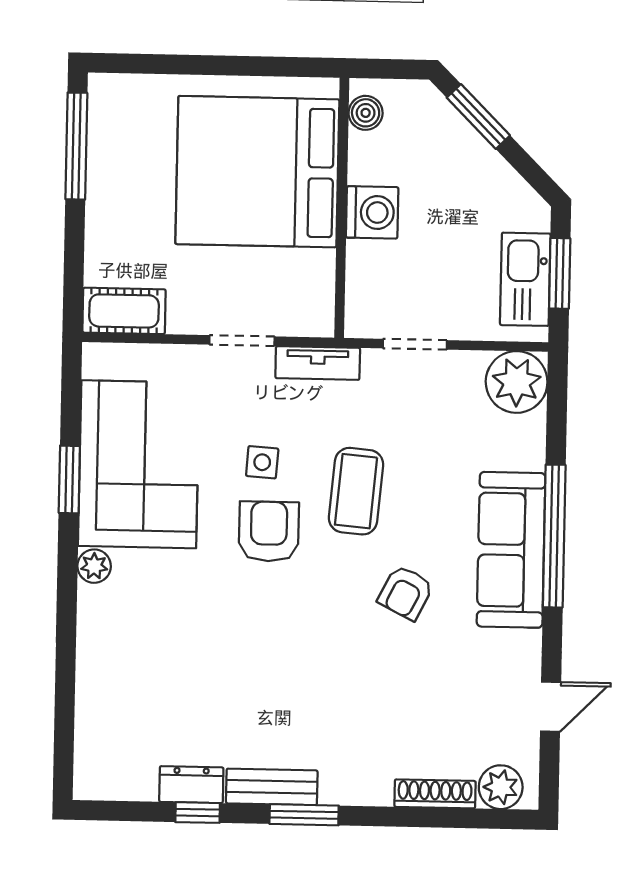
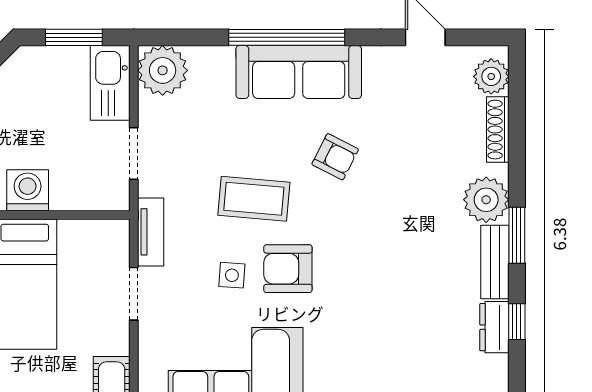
kitchen sink: (525, 279) -> (110, 83), moved, turned 90
plant: (349, 778) -> (486, 200), added

